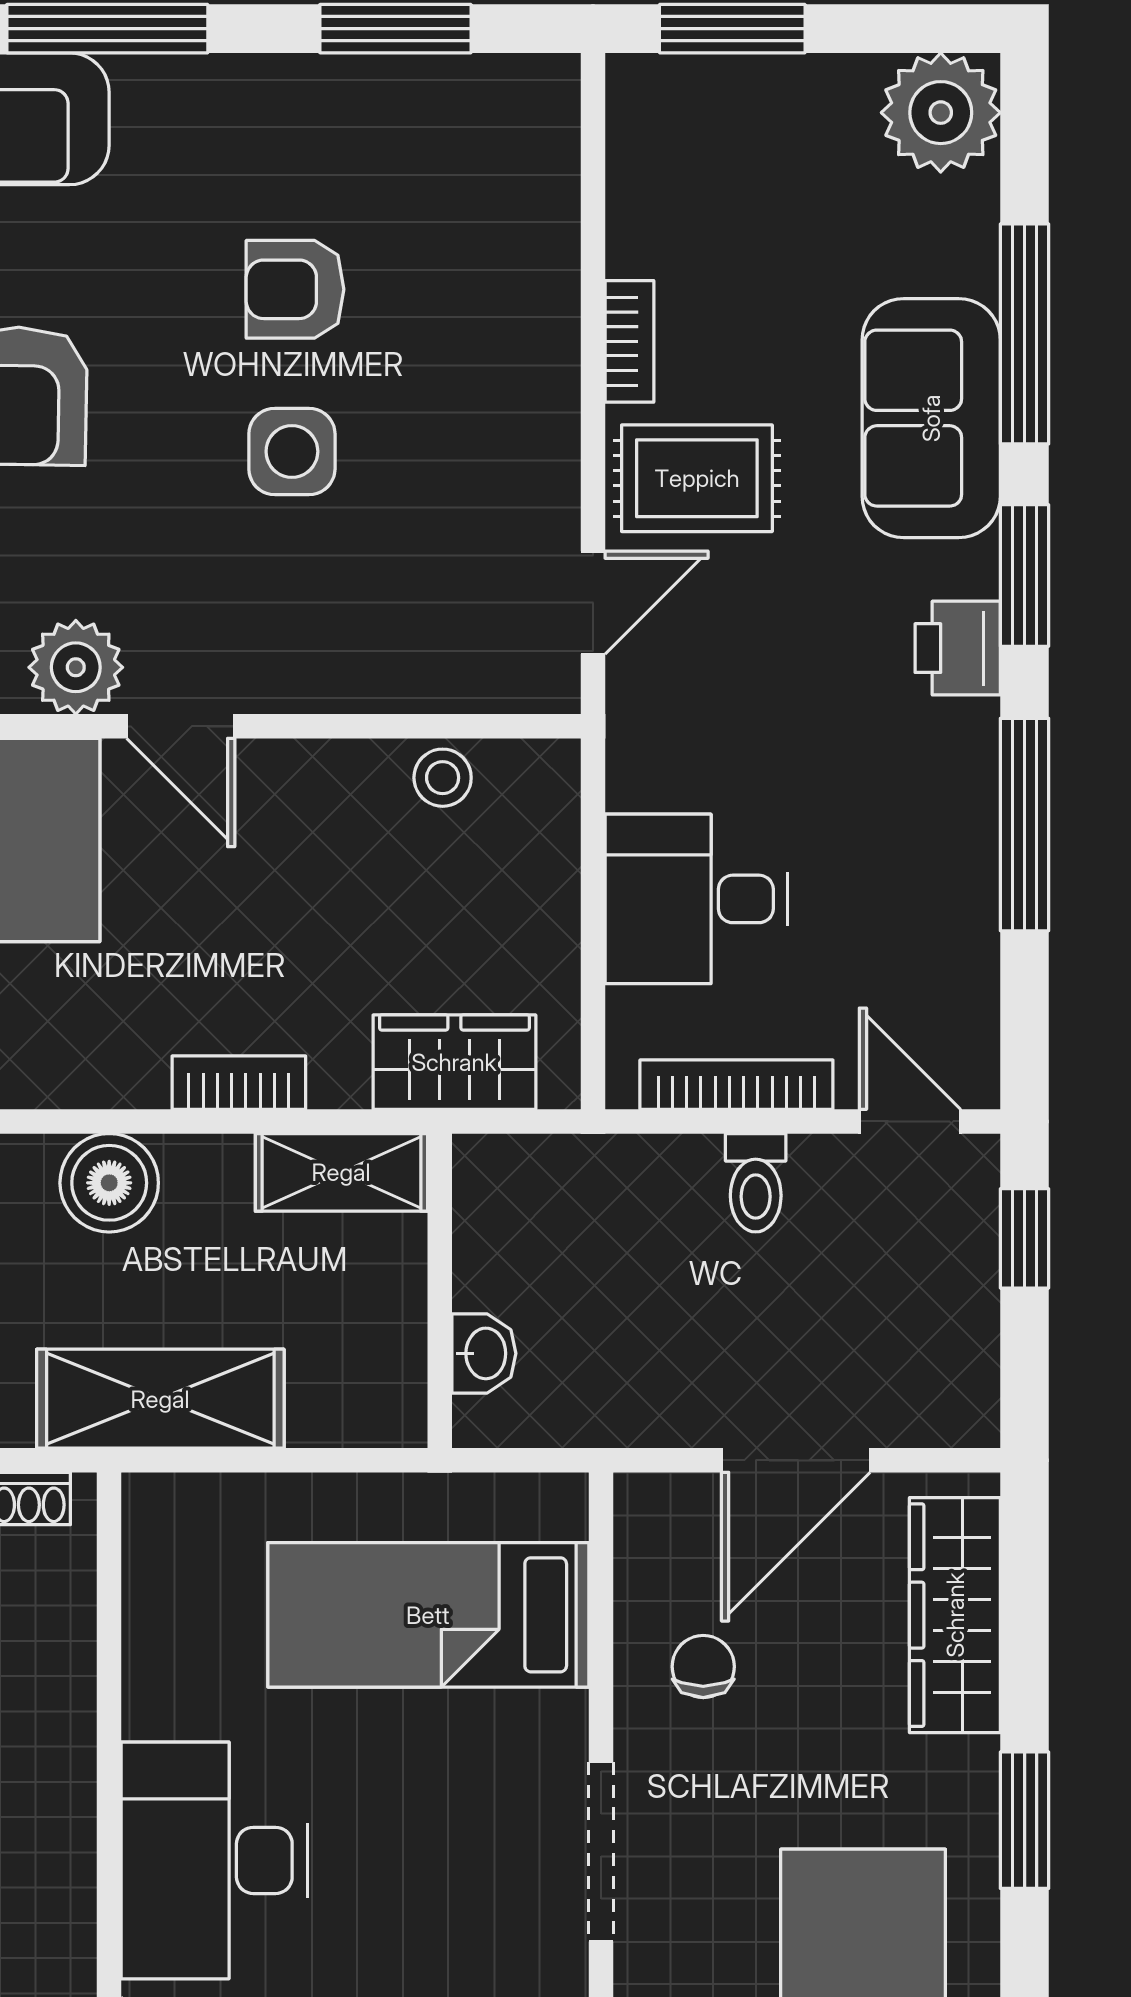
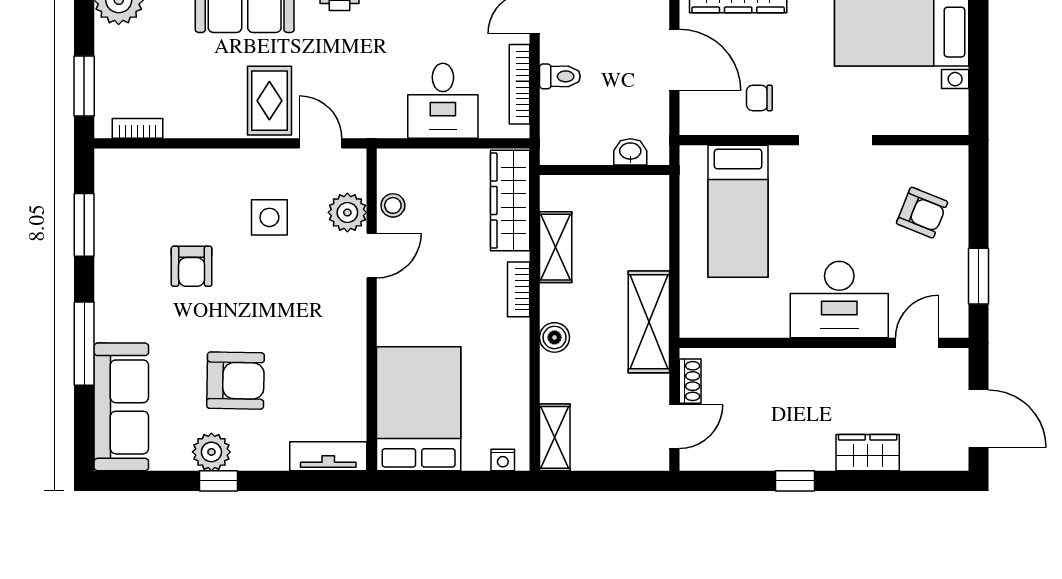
bookcase: (629, 341) -> (138, 128), moved
side table: (292, 451) -> (269, 217), moved
plant: (76, 667) -> (347, 212), moved
door: (181, 726) -> (372, 256), moved
wardrobe: (454, 1062) -> (510, 201), width x1.50
boiler: (109, 1183) -> (555, 337), width x0.73, depth x0.73
wall: (440, 1291) -> (604, 170), moved
washbasin: (484, 1353) -> (630, 152), moved

